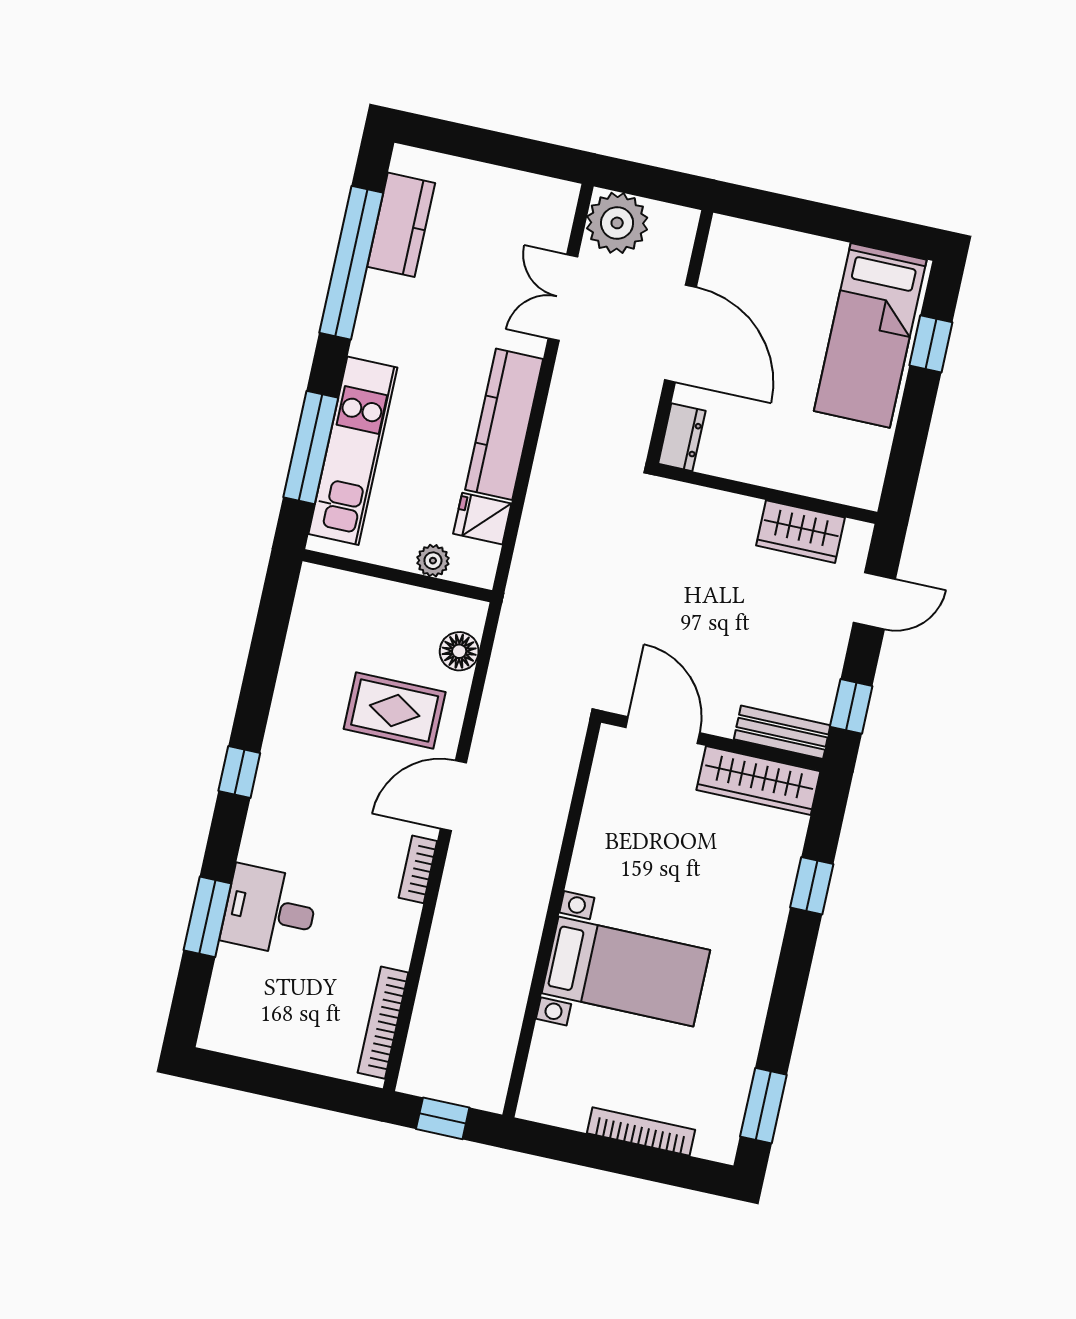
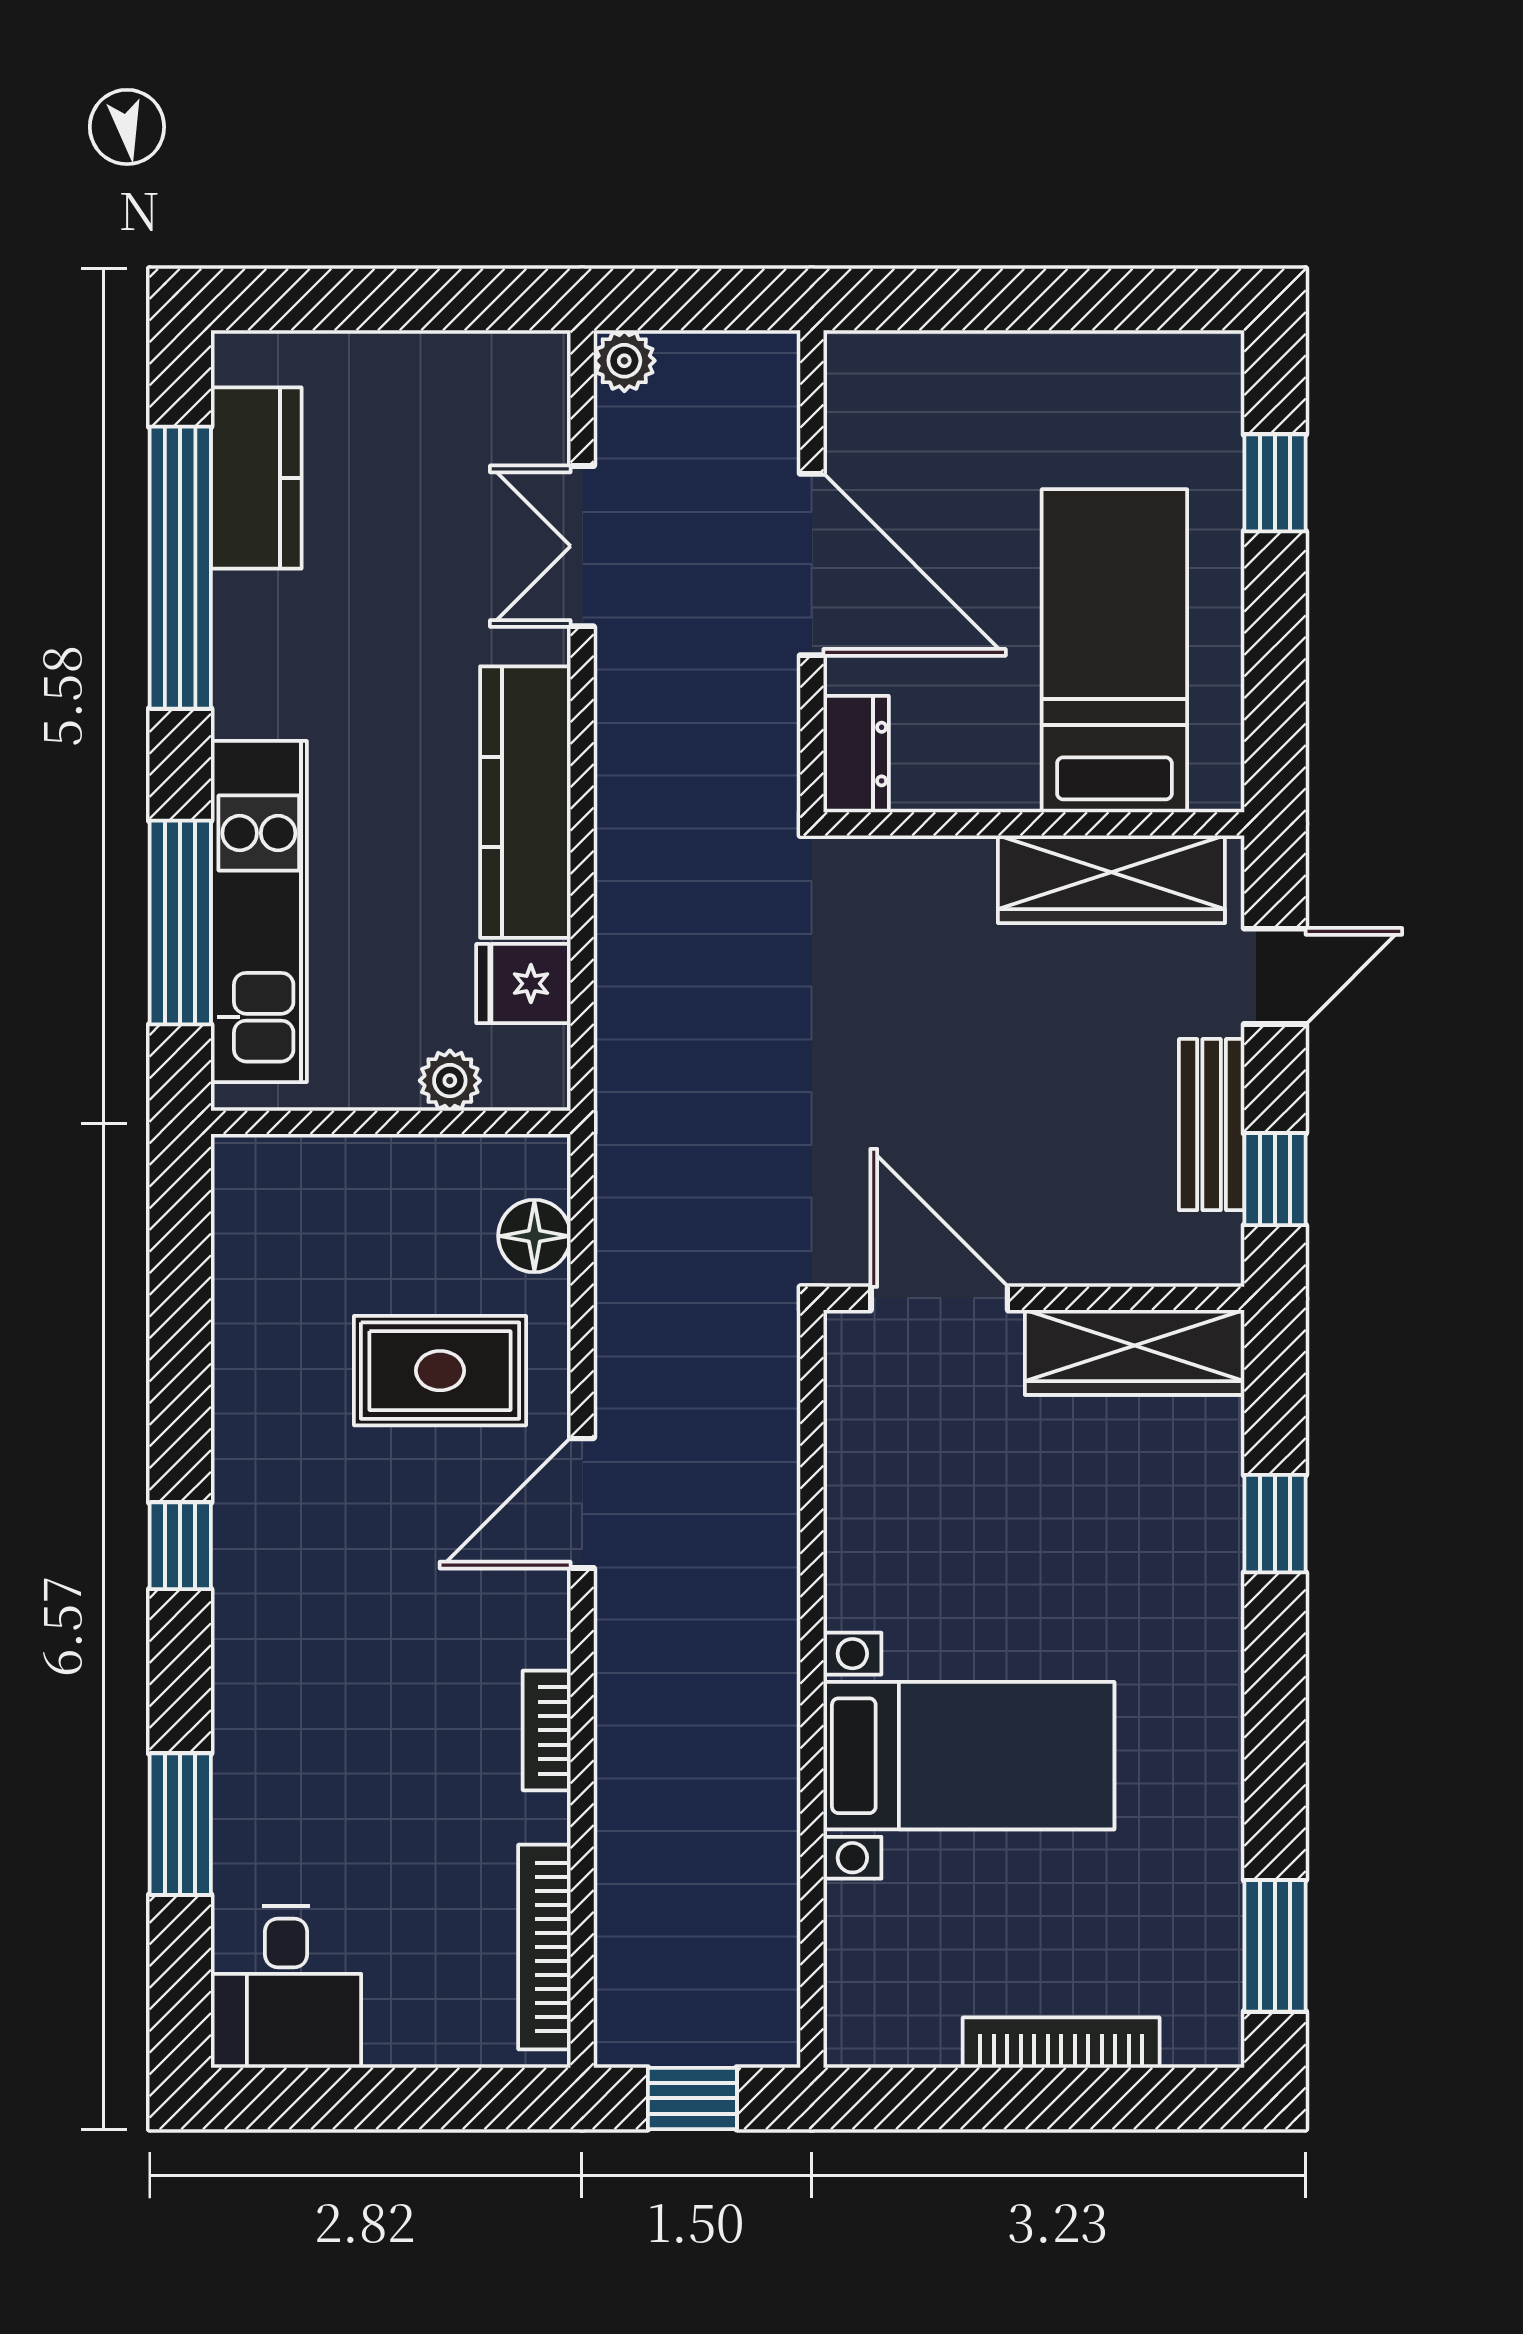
plant: (617, 223) -> (624, 361), width x0.53, depth x0.53
bed: (870, 335) -> (1114, 651), moved, turned 180
wardrobe: (800, 532) -> (1111, 879), width x1.50
bench: (782, 732) -> (1212, 1125), moved, turned 90
bookcase: (418, 869) -> (547, 1730), moved
desk: (270, 911) -> (286, 1987), moved, turned -90

